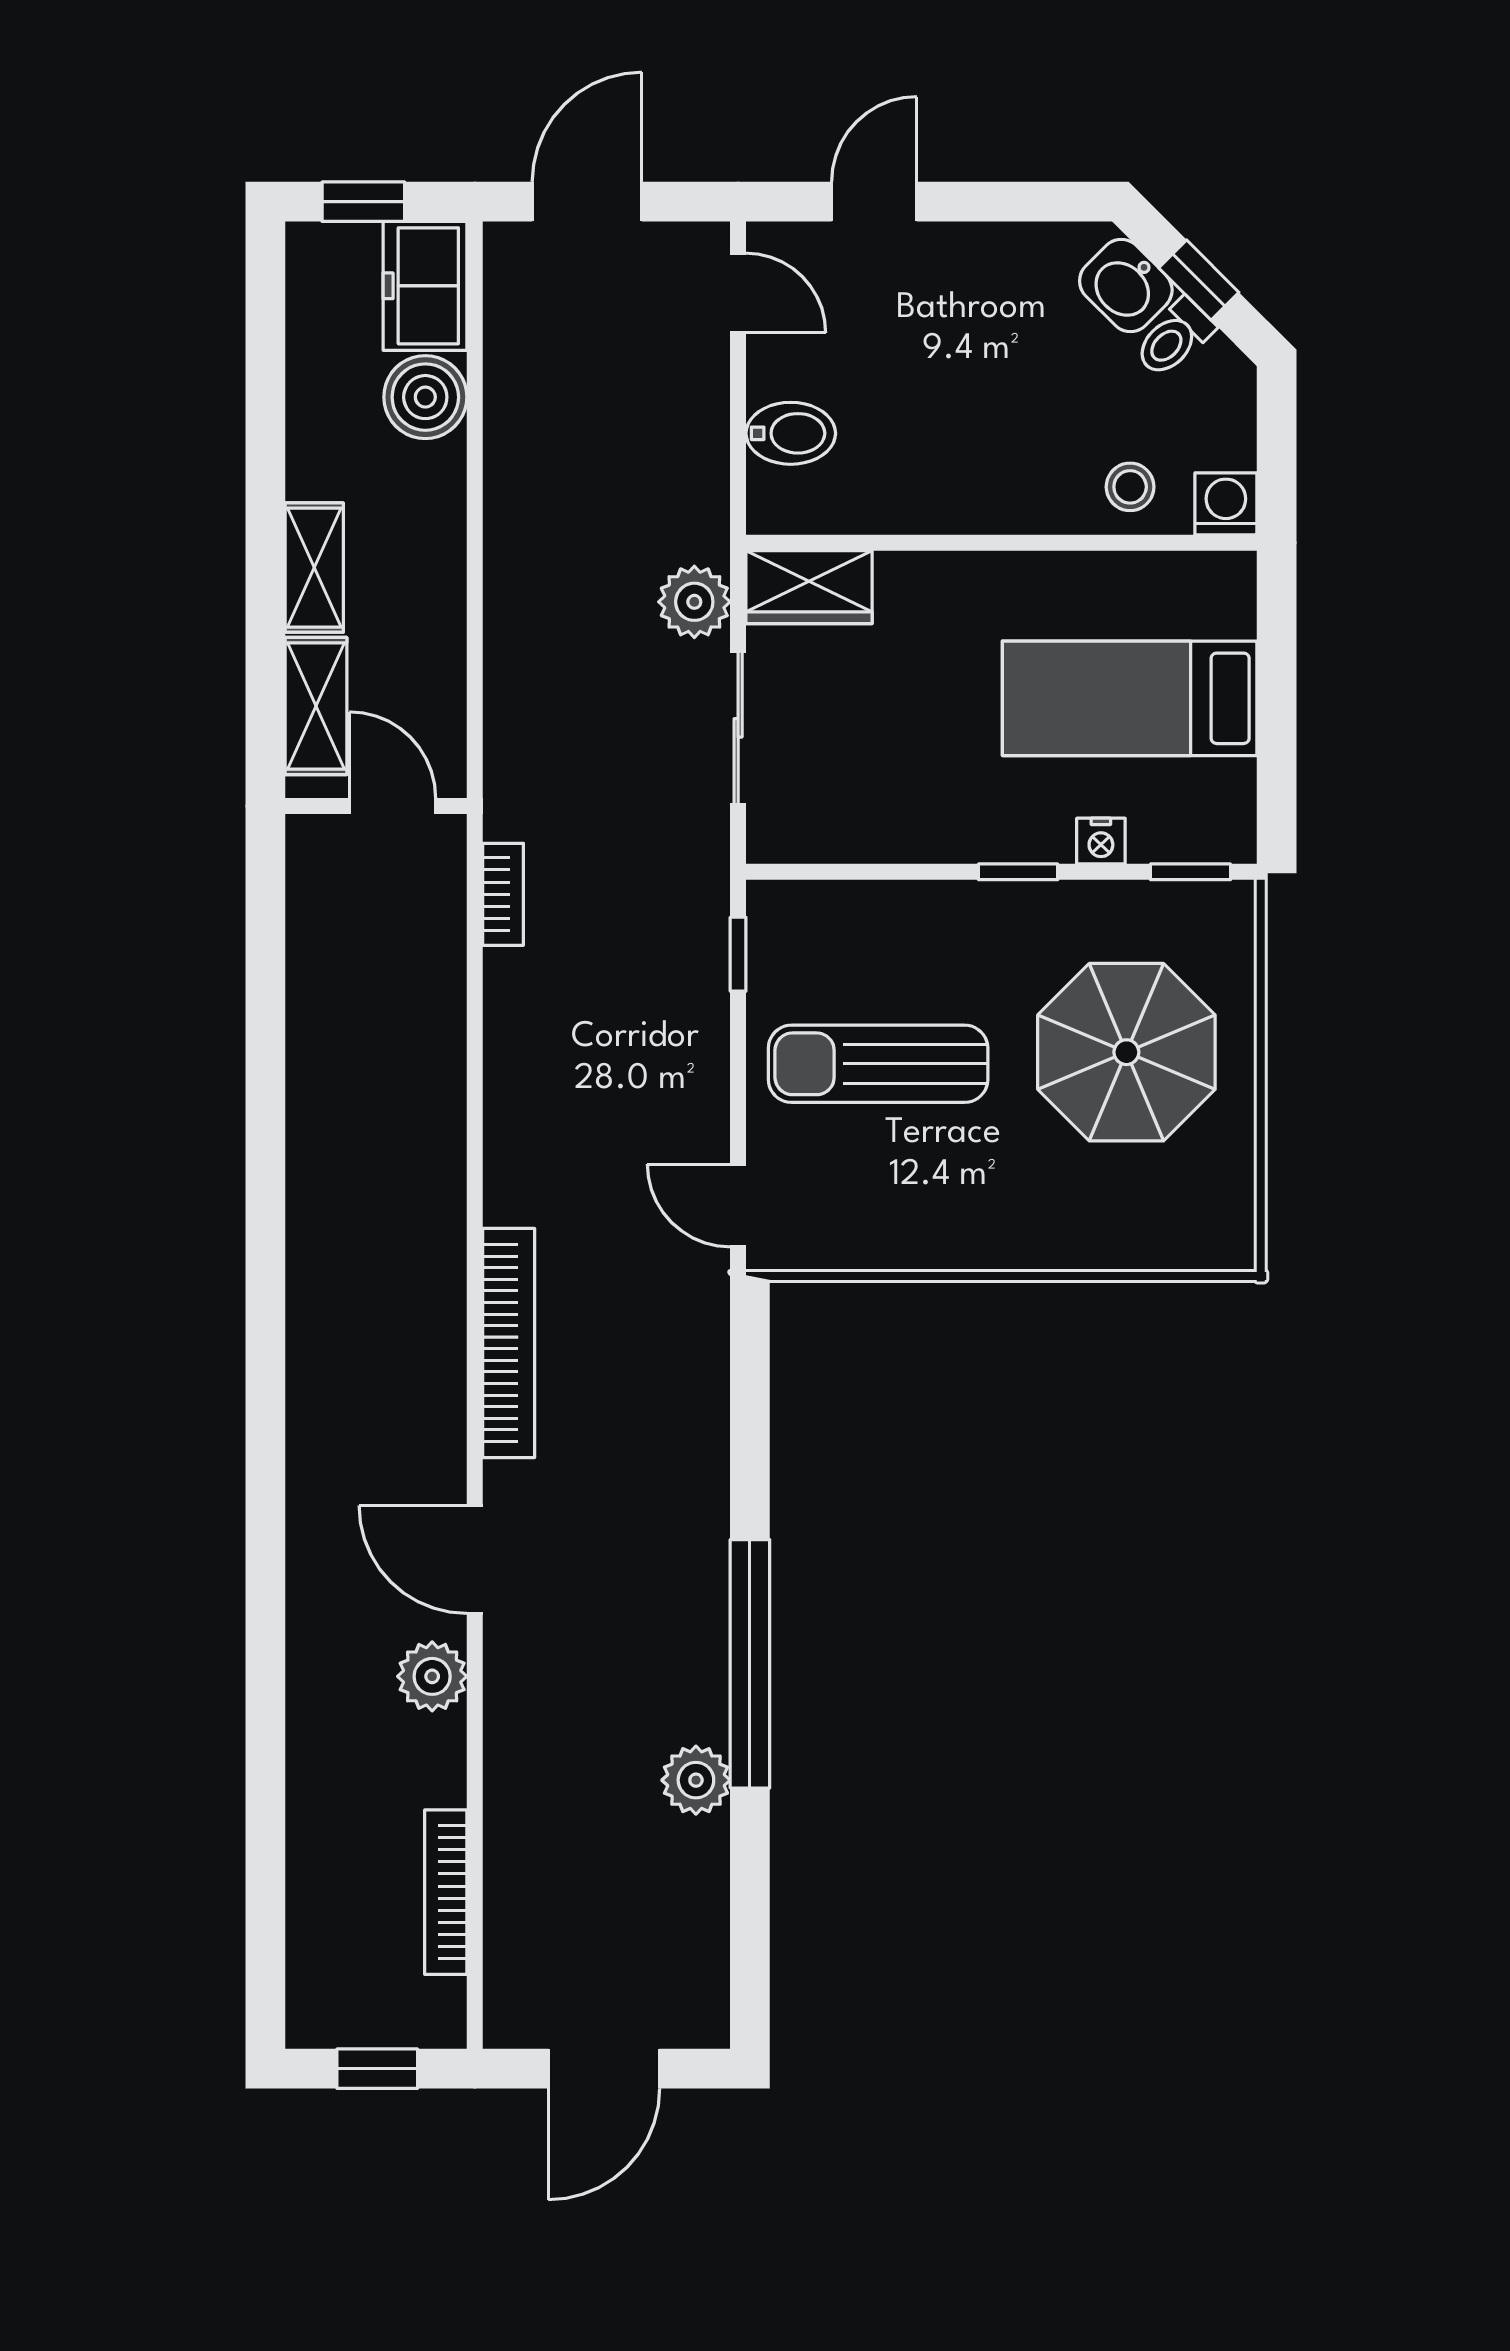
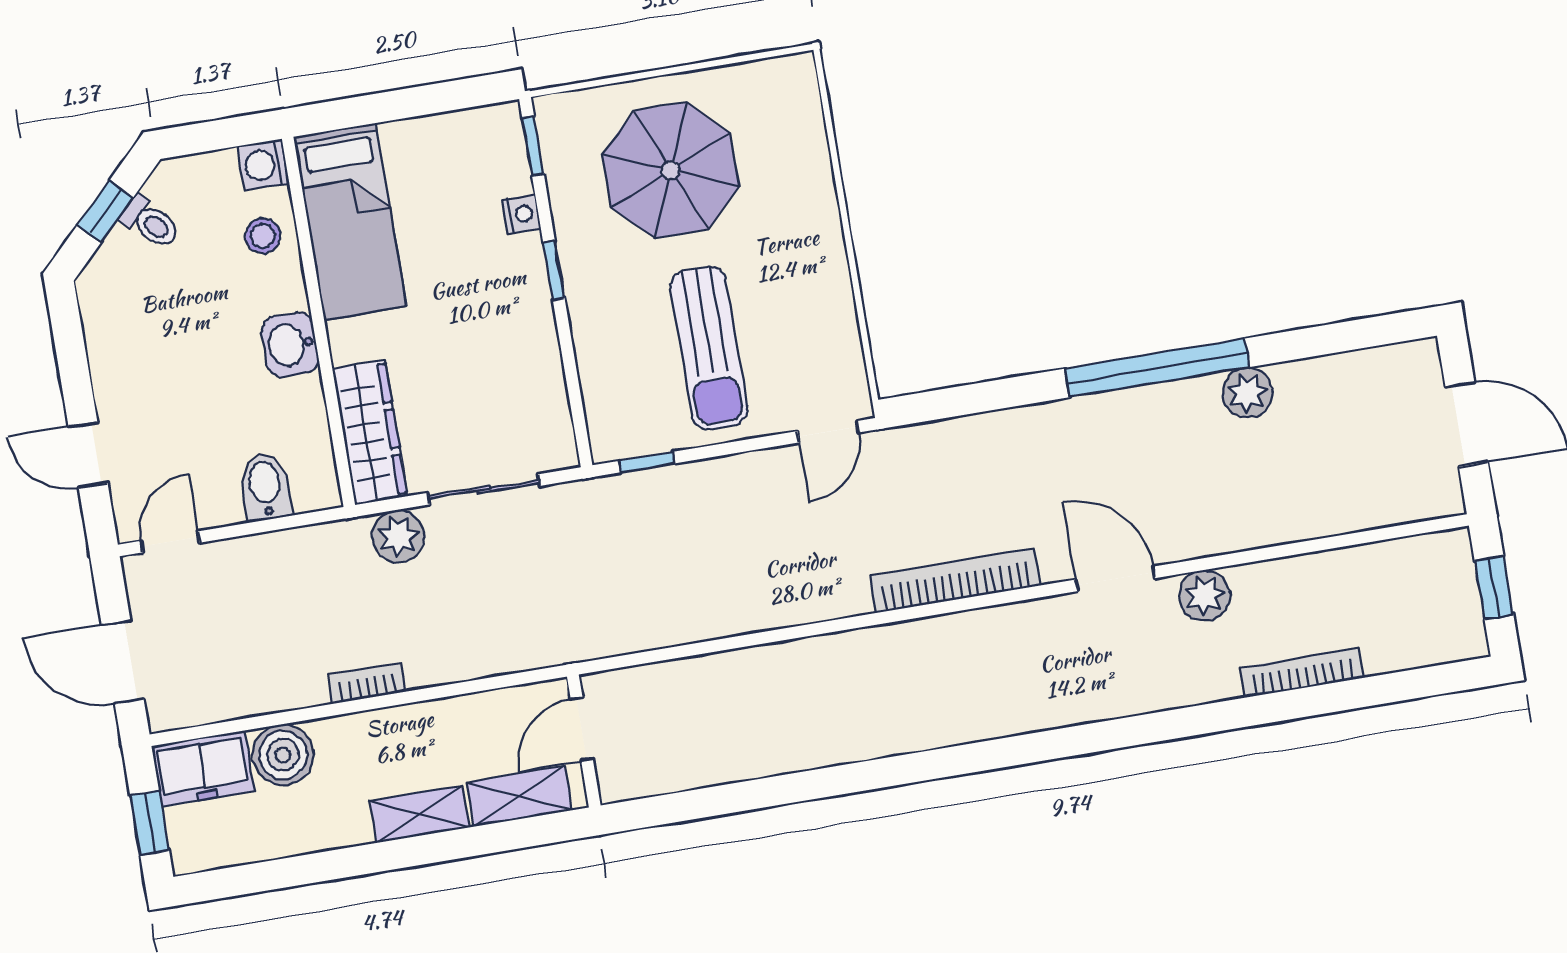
washbasin: (1126, 286) -> (290, 345), moved, turned 135
wardrobe: (809, 587) -> (370, 432), width x1.50
bed: (1130, 698) -> (350, 222), moved
bookcase: (503, 894) -> (367, 683), moved
door: (475, 1560) -> (1115, 579), swing flipped
bookcase: (446, 1892) -> (1302, 673), moved, turned 180

